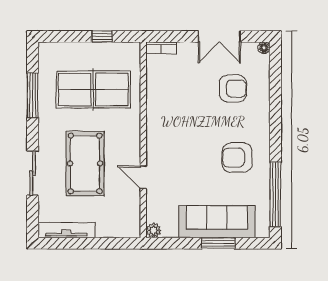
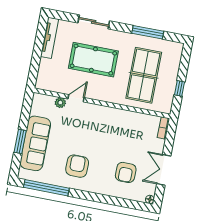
plant: (153, 230) -> (60, 103), moved

